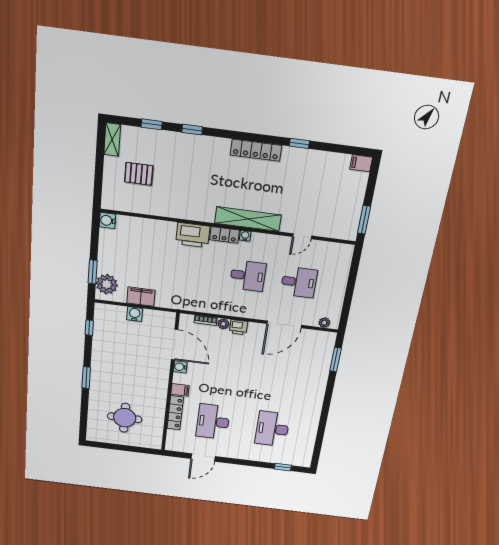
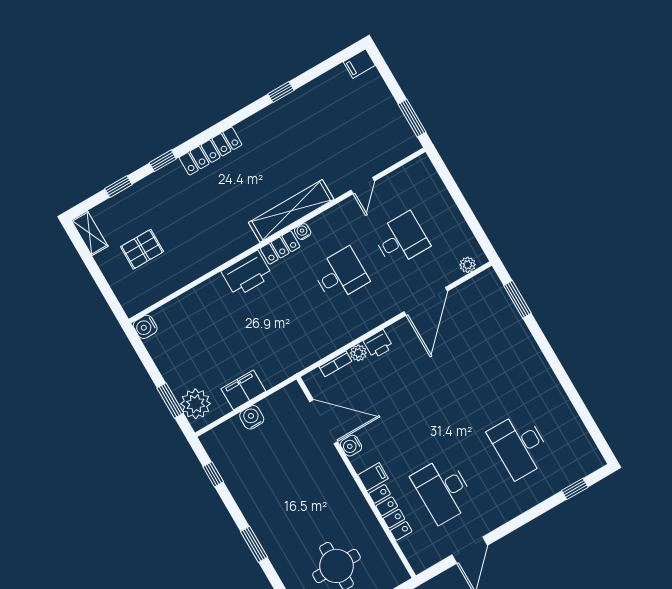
locker: (256, 150) -> (211, 151), moved

